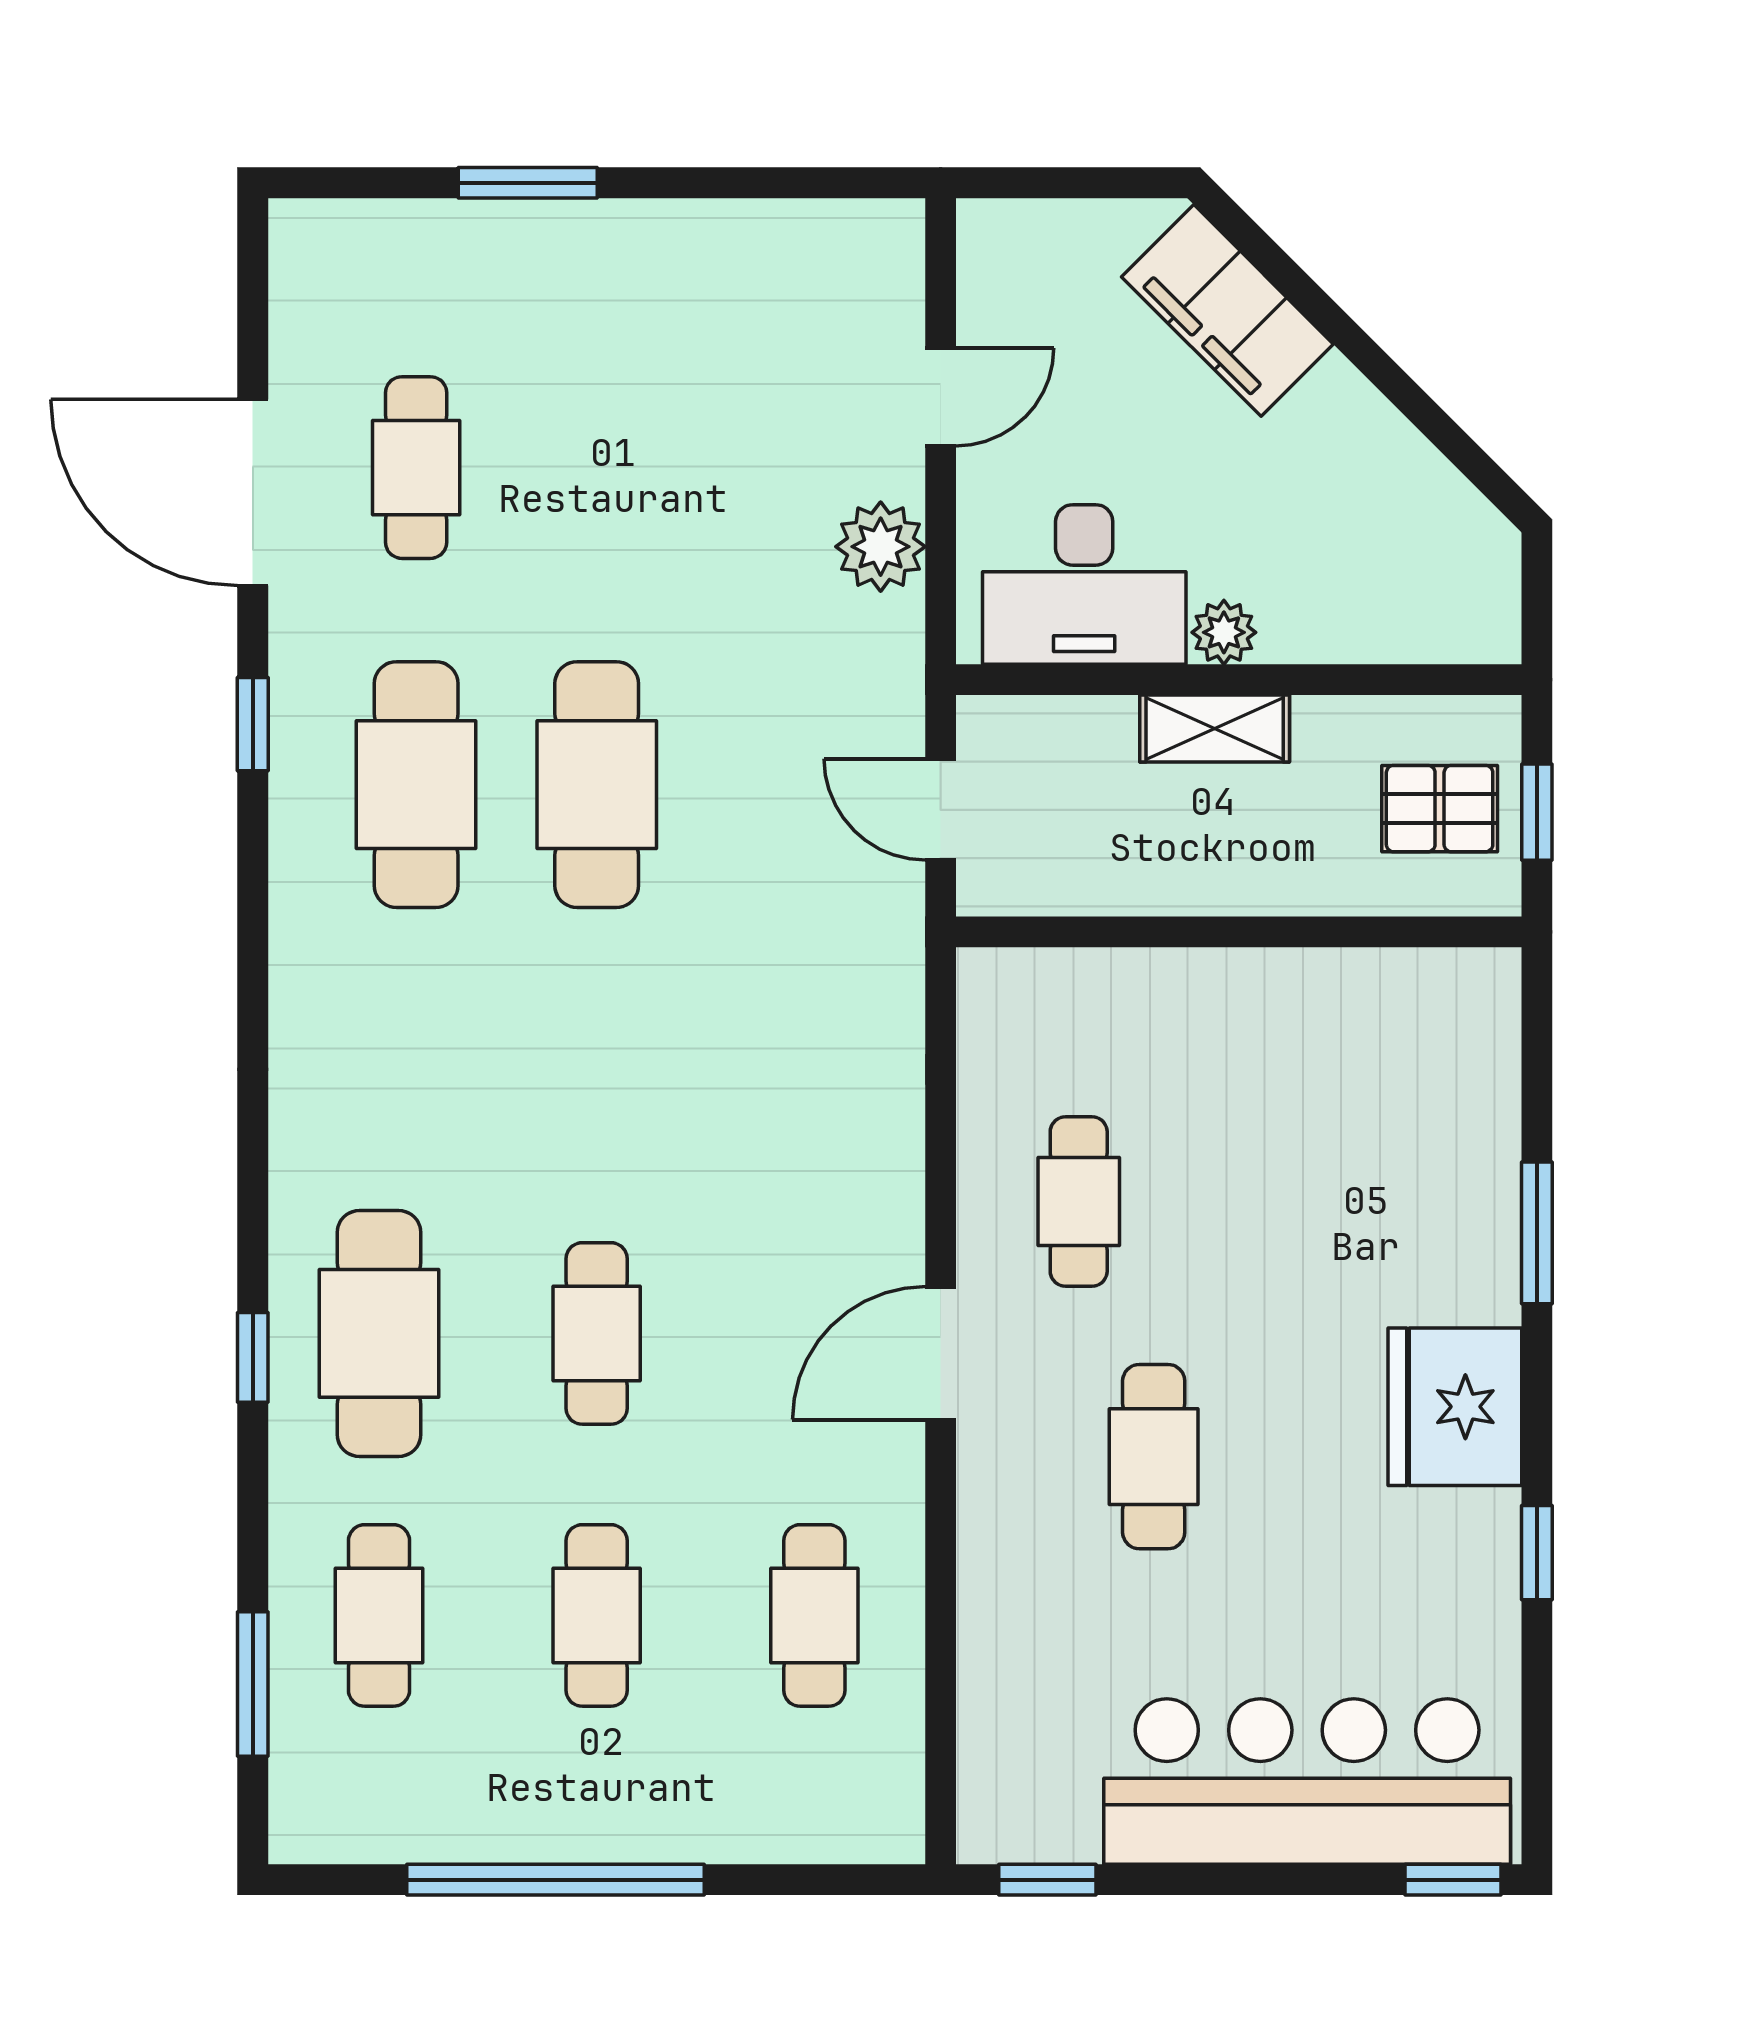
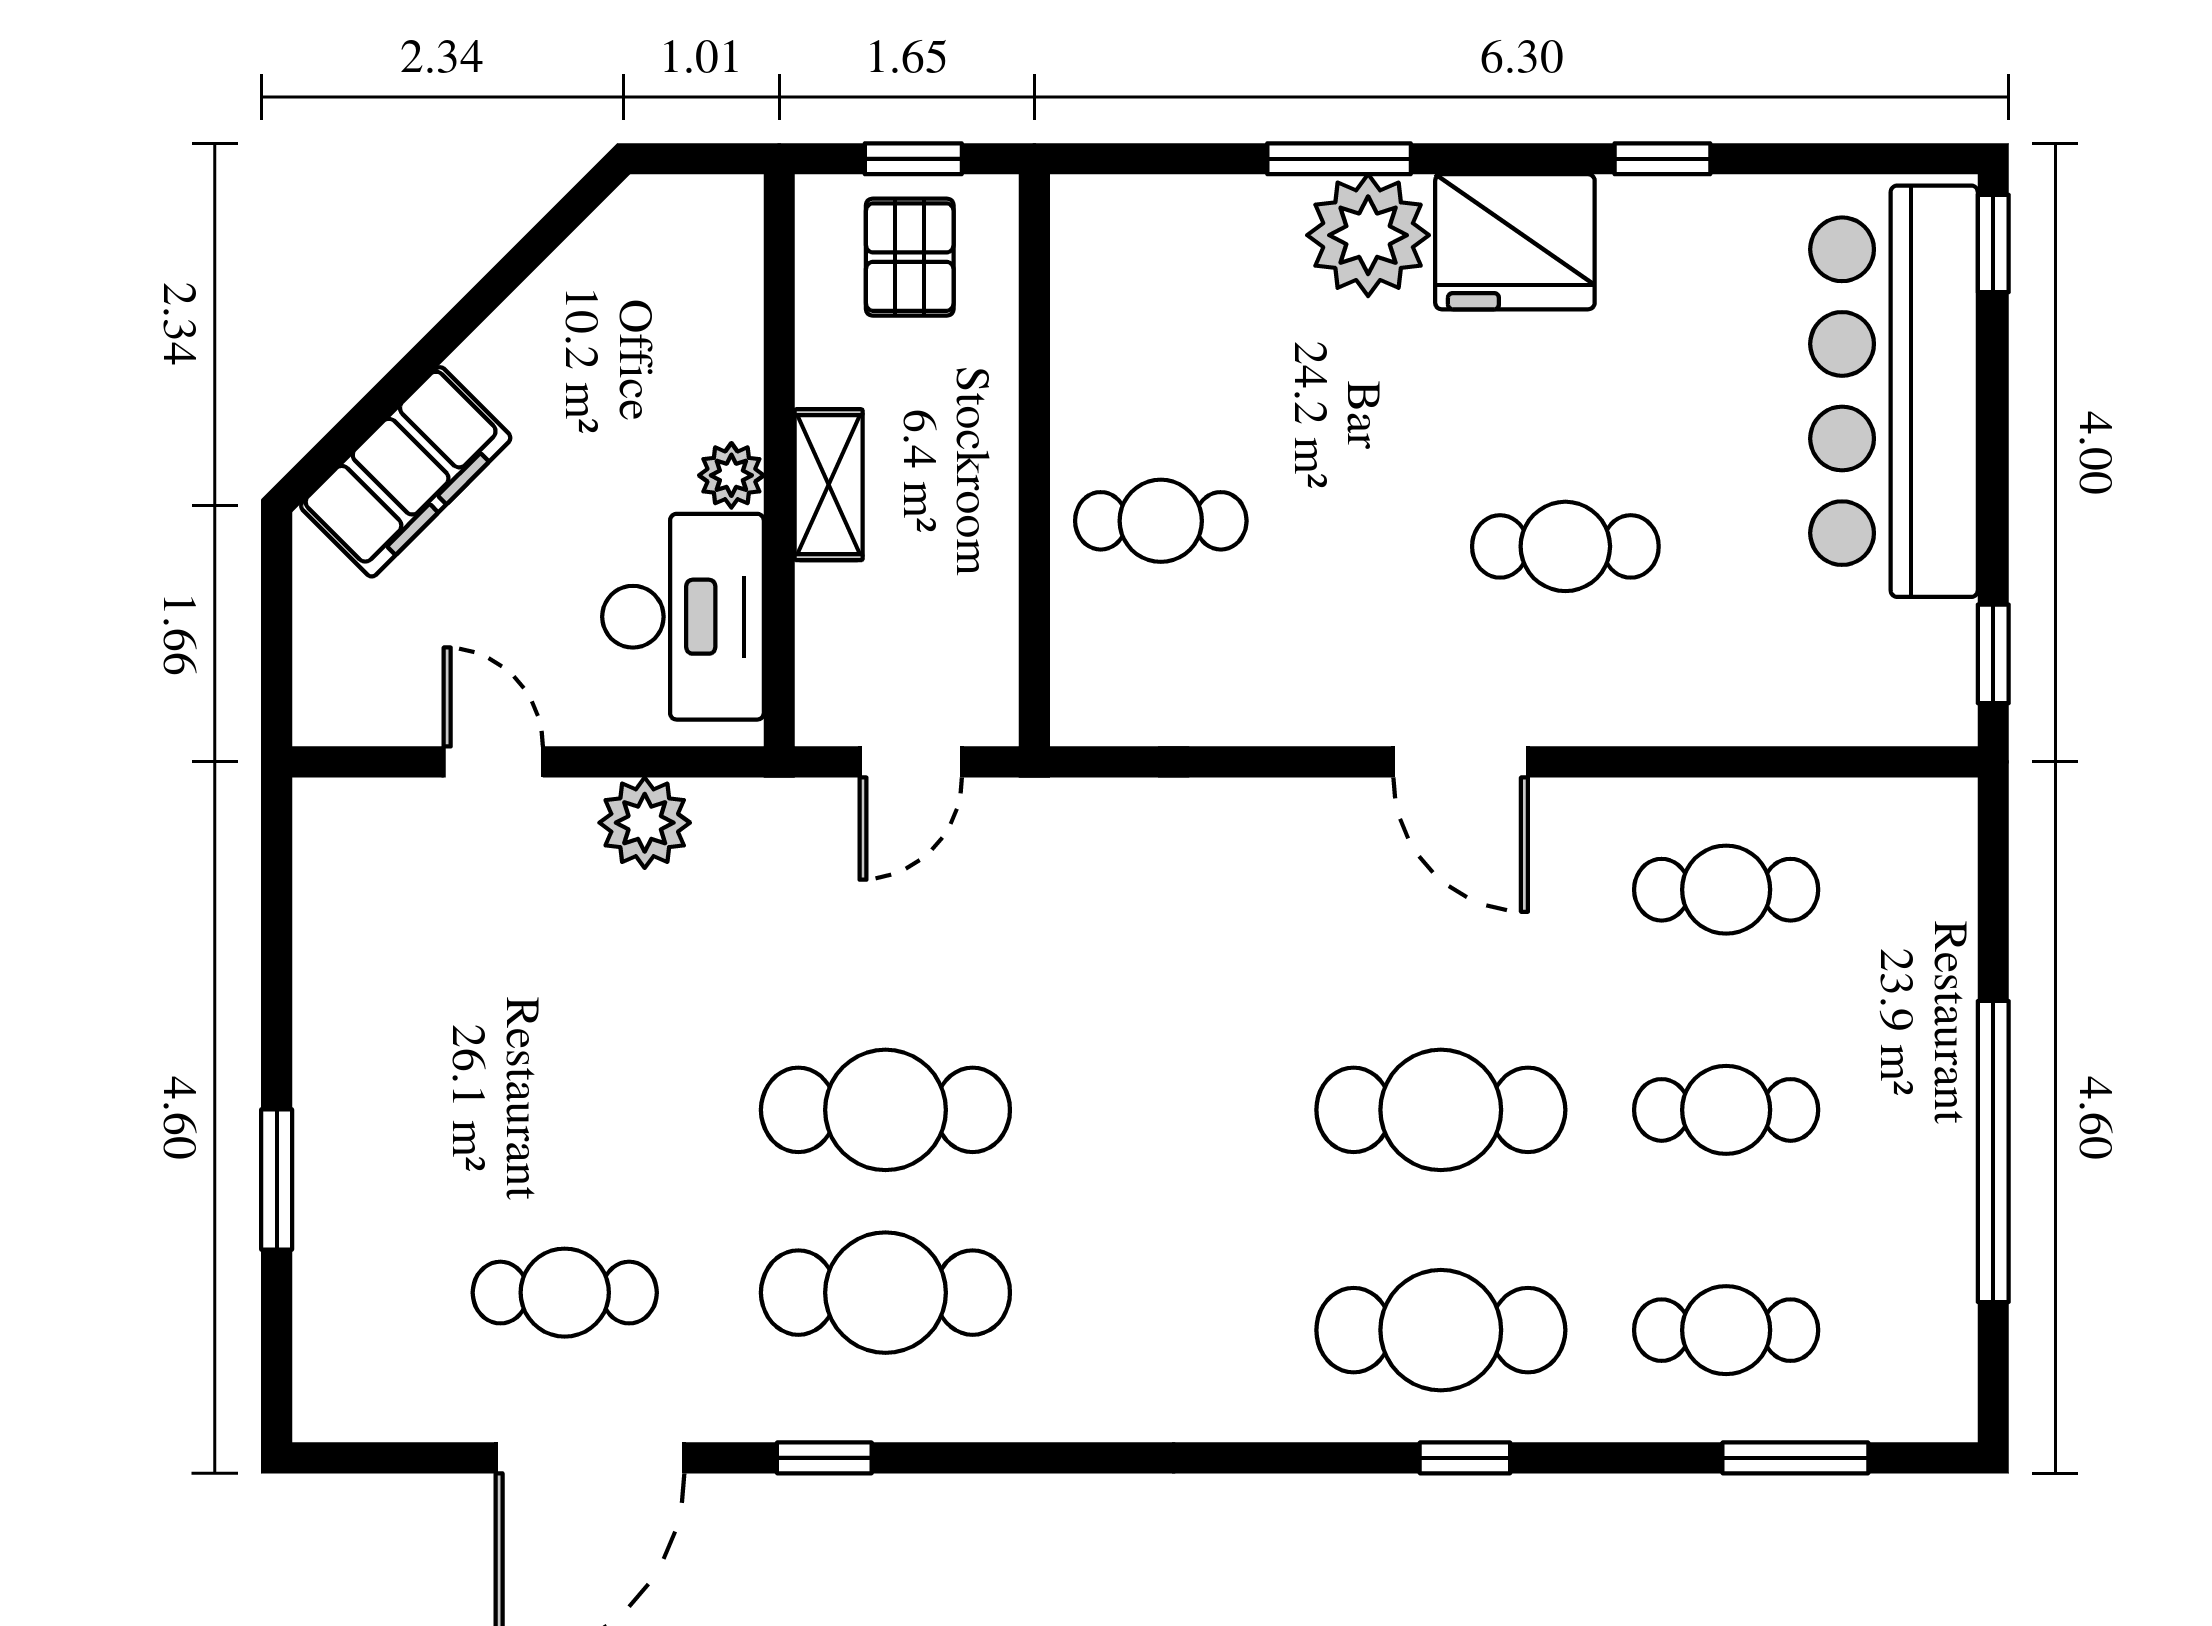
cafe table: (1079, 1202) -> (1161, 521), moved
plant: (1461, 1262) -> (1368, 235), added
cafe table: (597, 1333) -> (1441, 1110), width x1.37, depth x1.35

